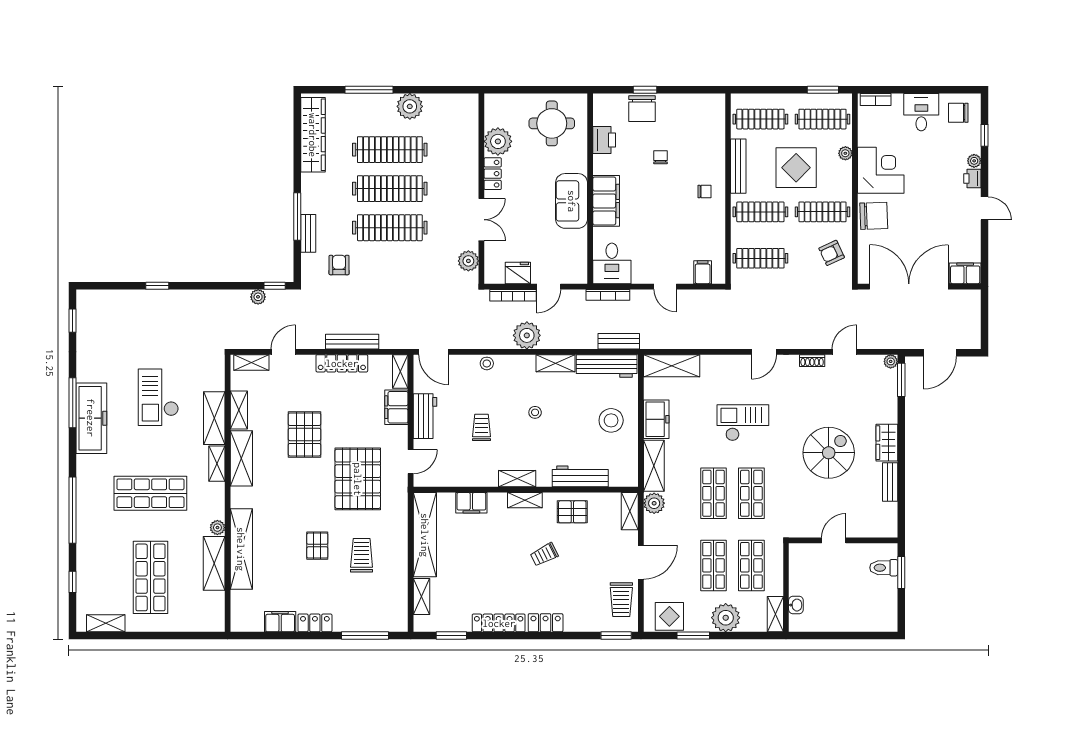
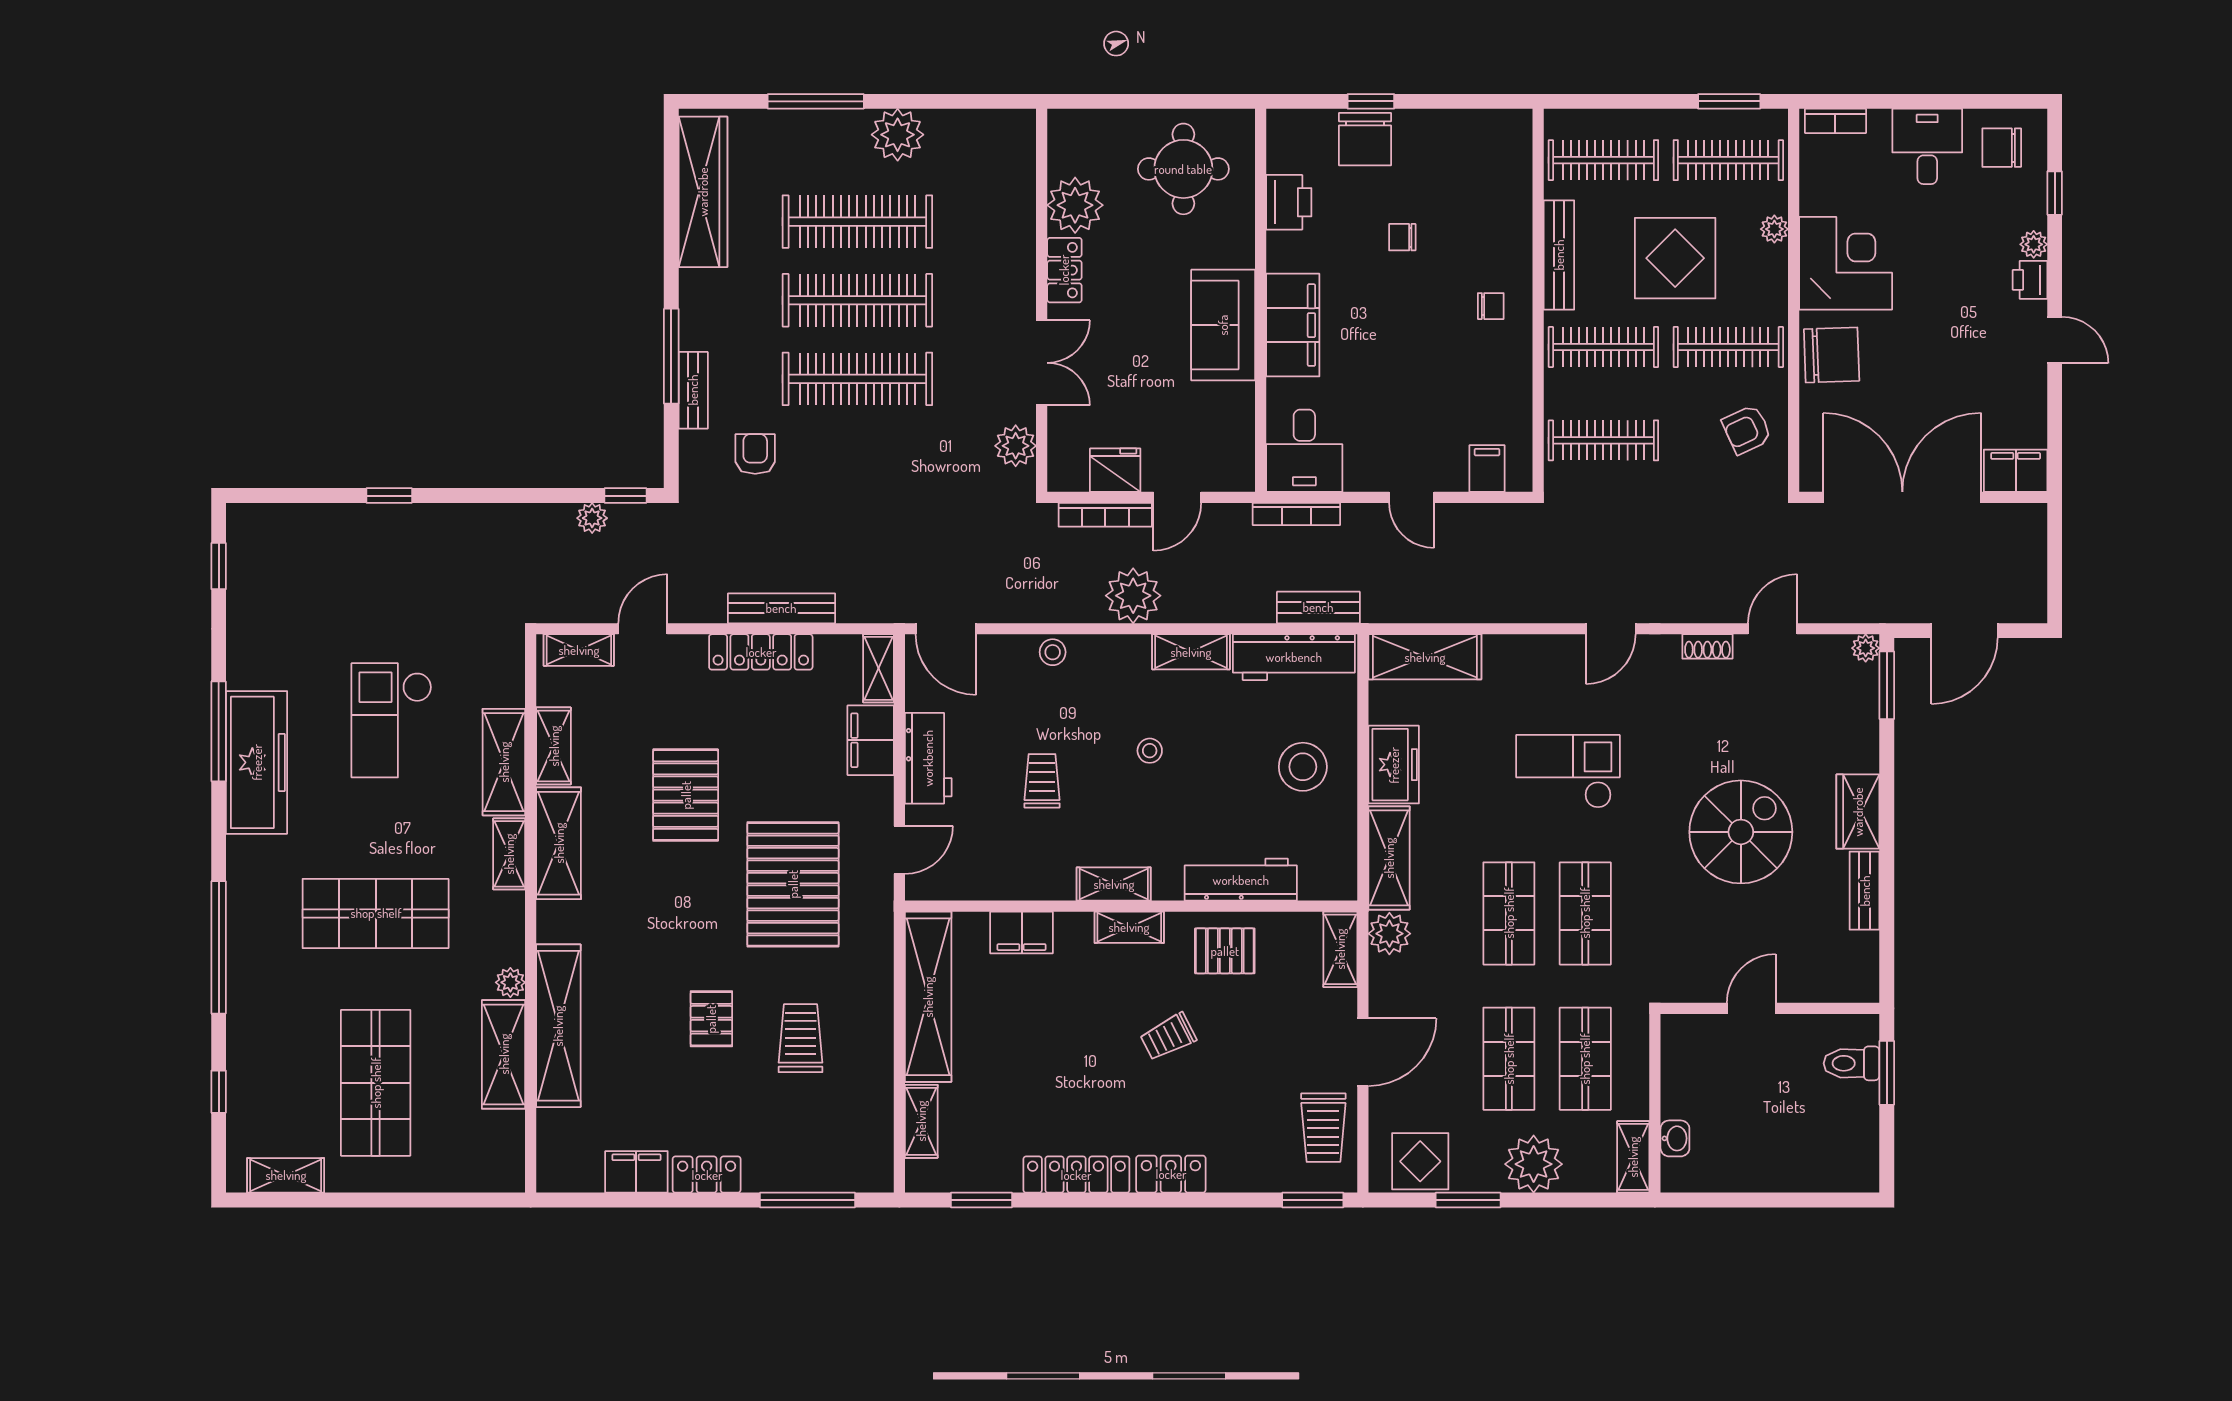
chair: (661, 157) -> (1402, 237), turned -90

